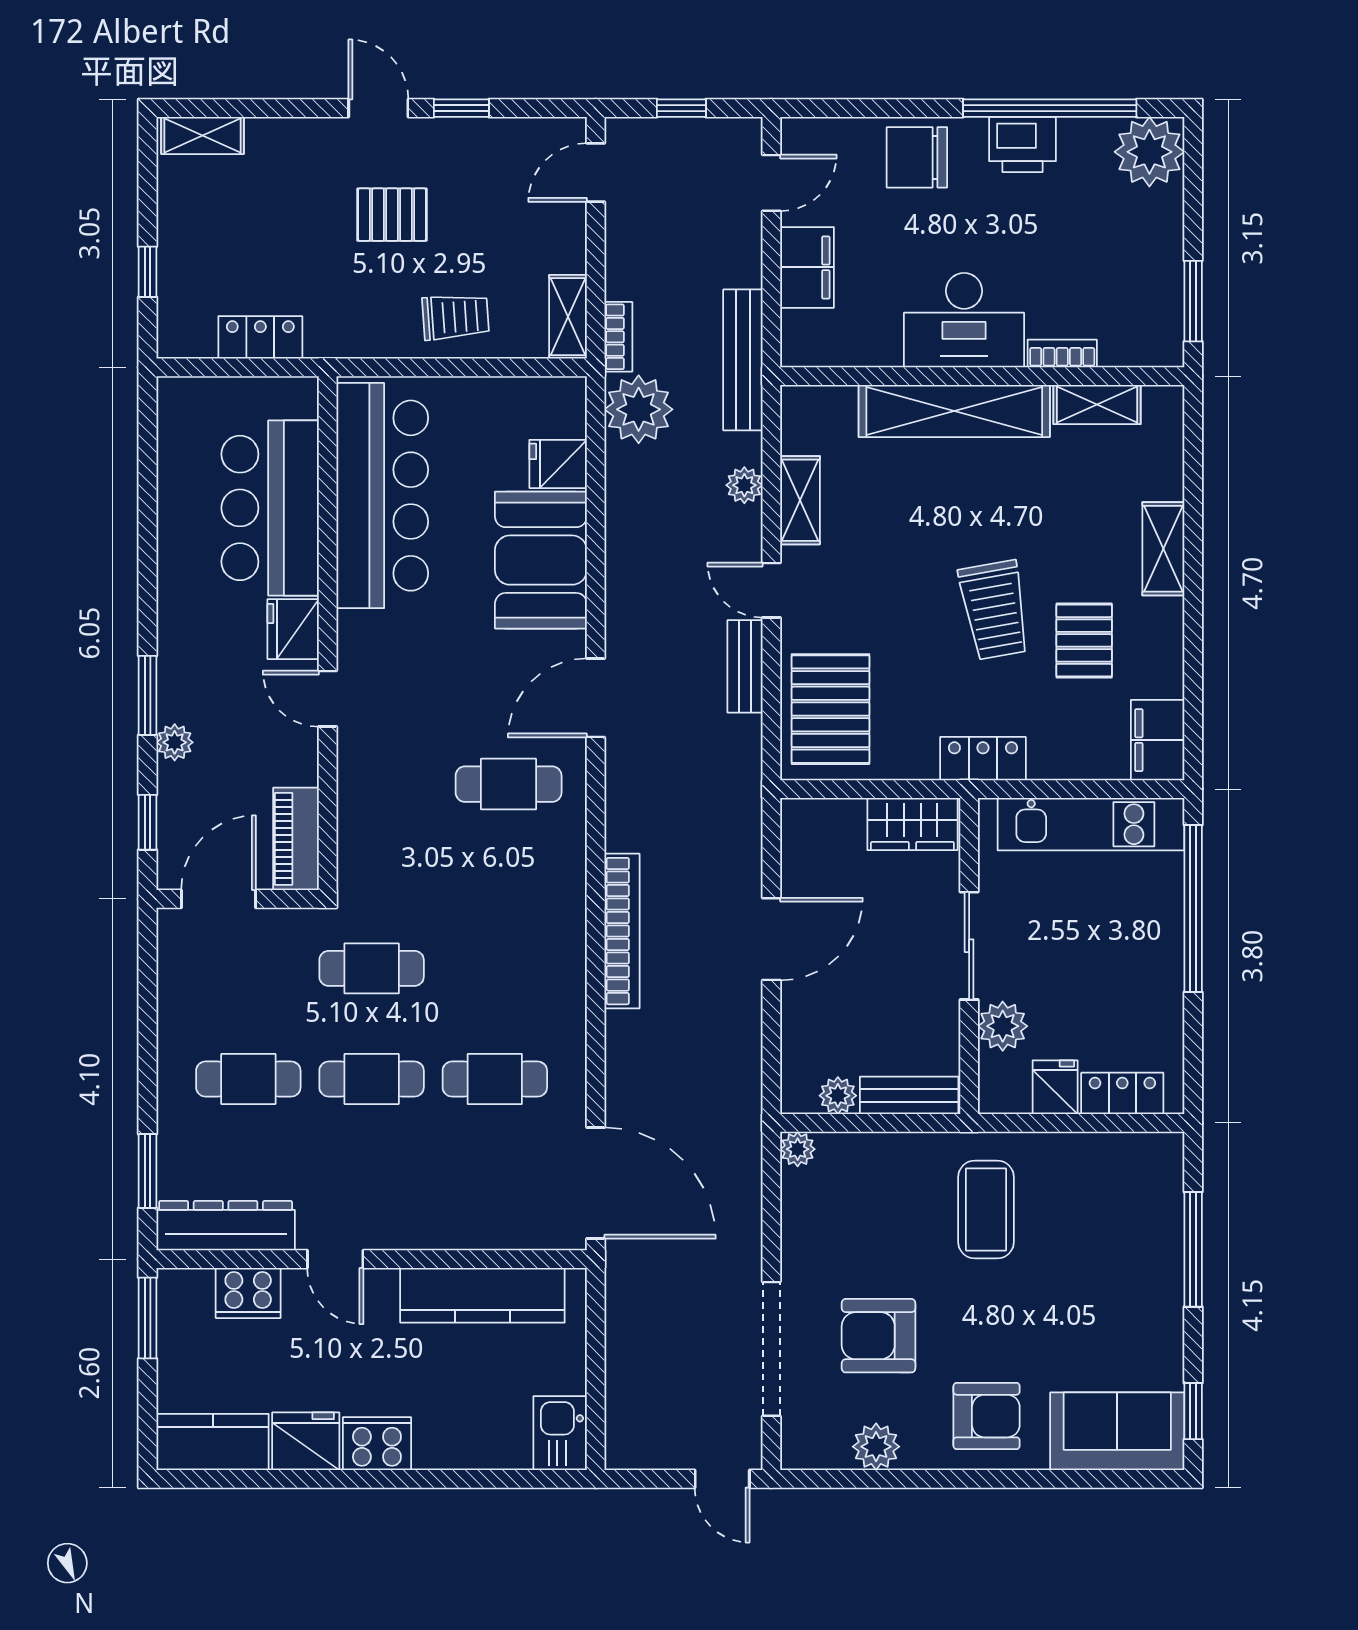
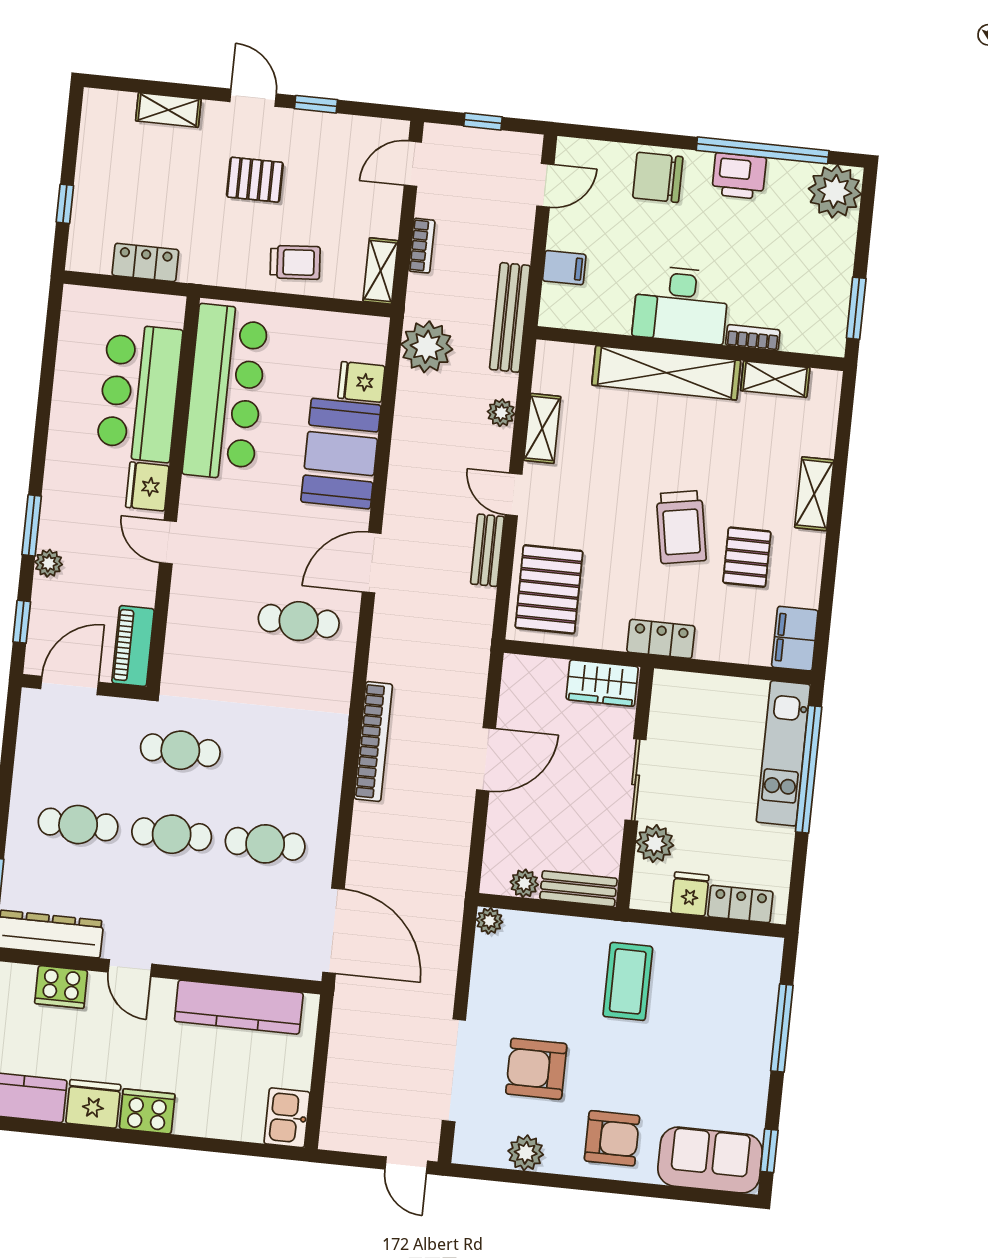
shelving: (203, 135) -> (168, 110), moved
filing cabinet: (807, 267) -> (564, 268), width x0.50
bookcase: (618, 337) -> (422, 246), moved
kitchen unit: (1091, 824) -> (783, 753), moved, turned 90

